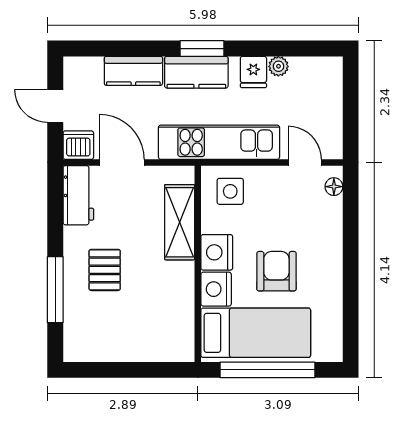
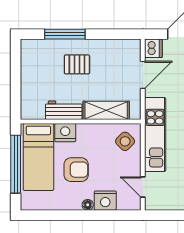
door: (305, 162) -> (143, 187), swing flipped
floor lamp: (334, 187) -> (88, 205), moved
side table: (230, 191) -> (125, 141), turned 45
workbench: (78, 195) -> (64, 110), moved, turned 180
nightstand: (217, 252) -> (105, 201), moved, turned 180

